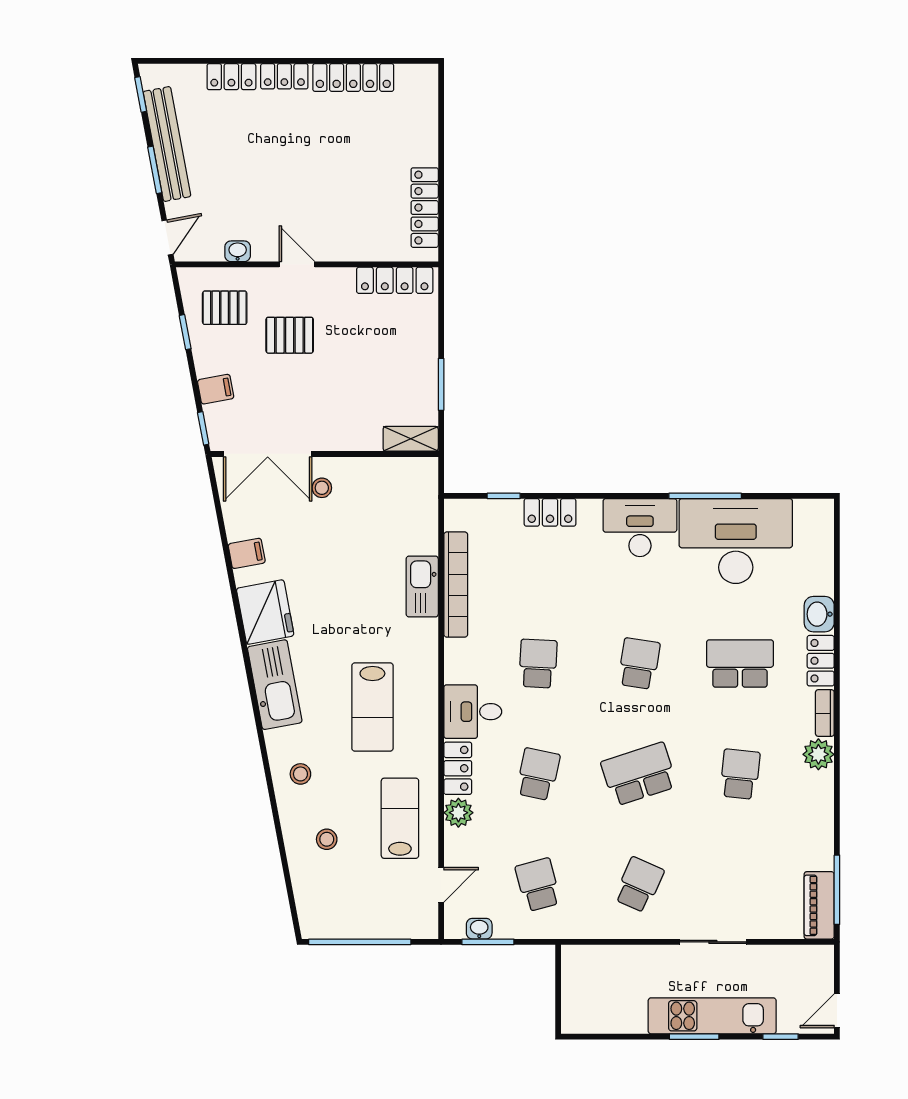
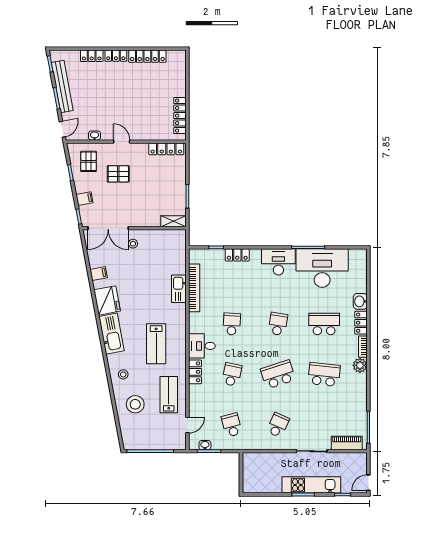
pallet: (225, 308) -> (89, 161), turned 90
school desk: (740, 774) -> (324, 375), width x1.85
plant: (458, 813) -> (195, 392), removed
stool: (327, 839) -> (135, 404), width x1.89, depth x1.89
piano: (819, 905) -> (347, 443), moved, turned 90

